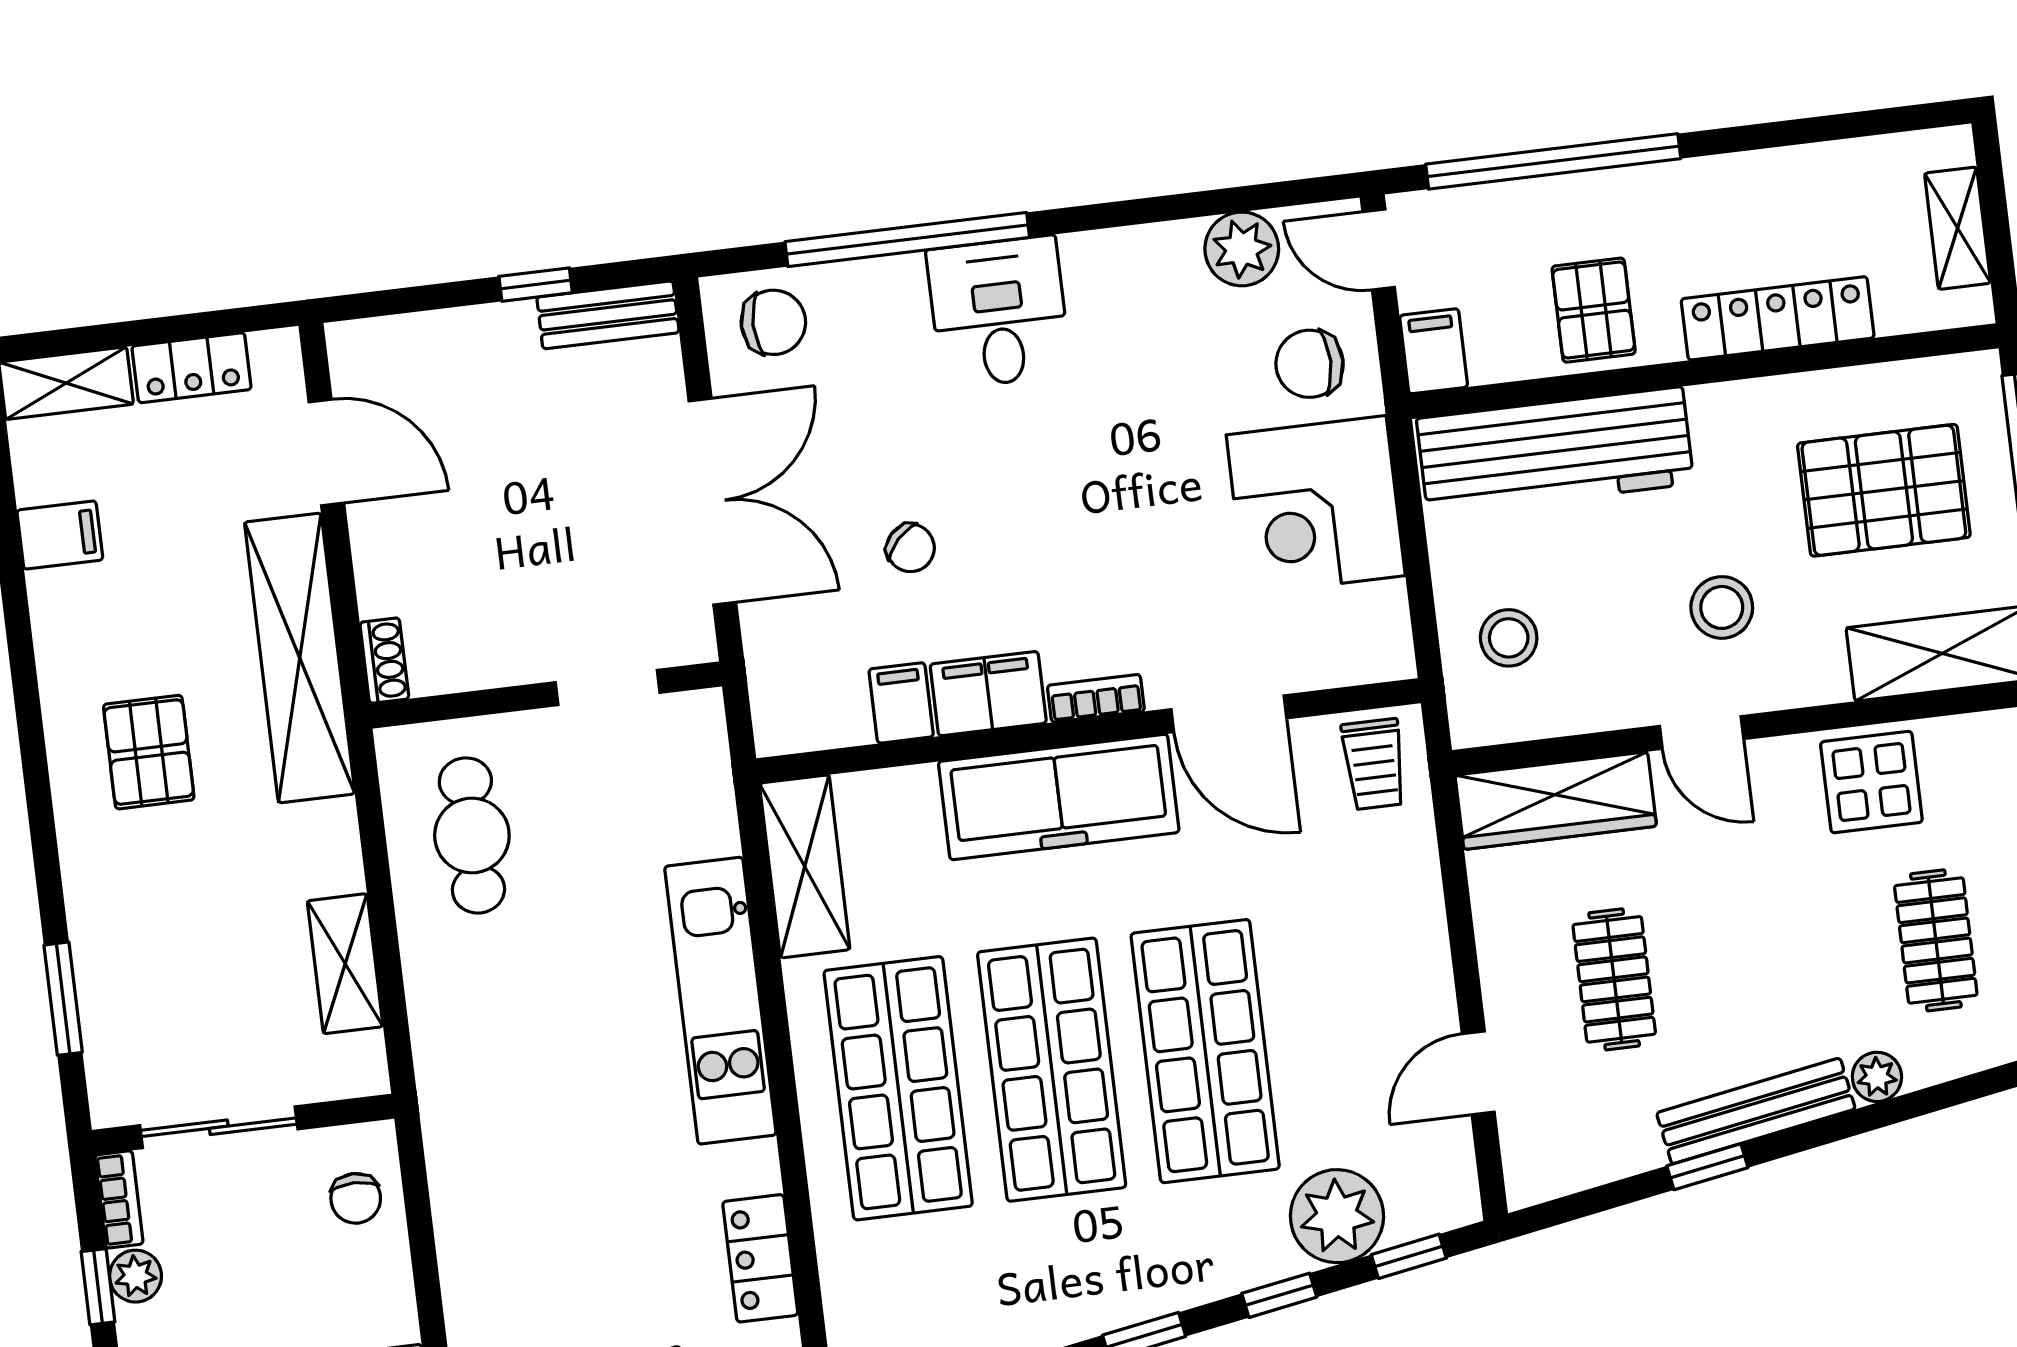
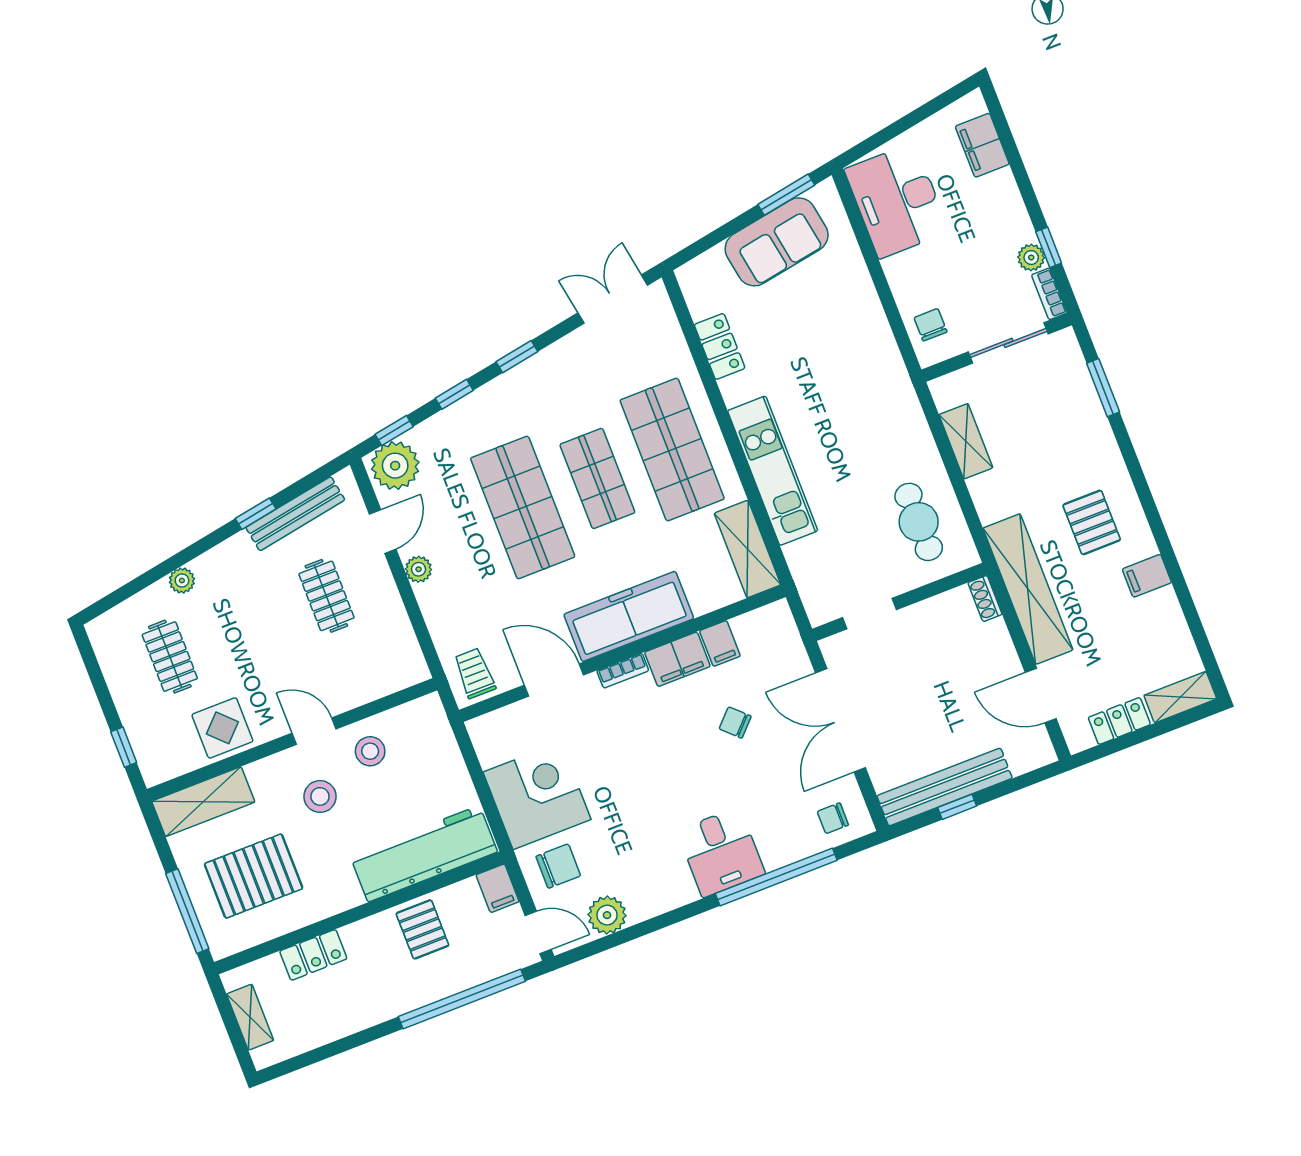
bench: (608, 315) -> (945, 787), width x1.86, depth x1.21
locker: (1778, 318) -> (313, 955), width x0.66
chair: (773, 322) -> (833, 818), width x0.73, depth x0.73
filing cabinet: (60, 535) -> (1147, 576), moved
stool: (1509, 638) -> (370, 751), moved
wardrobe: (1556, 801) -> (379, 678), removed
plant: (1429, 985) -> (419, 569), added
shop shelf: (1052, 1070) -> (597, 478), width x0.70, depth x0.74
bench: (1756, 1111) -> (295, 514), moved
plant: (1337, 1216) -> (395, 466), moved

